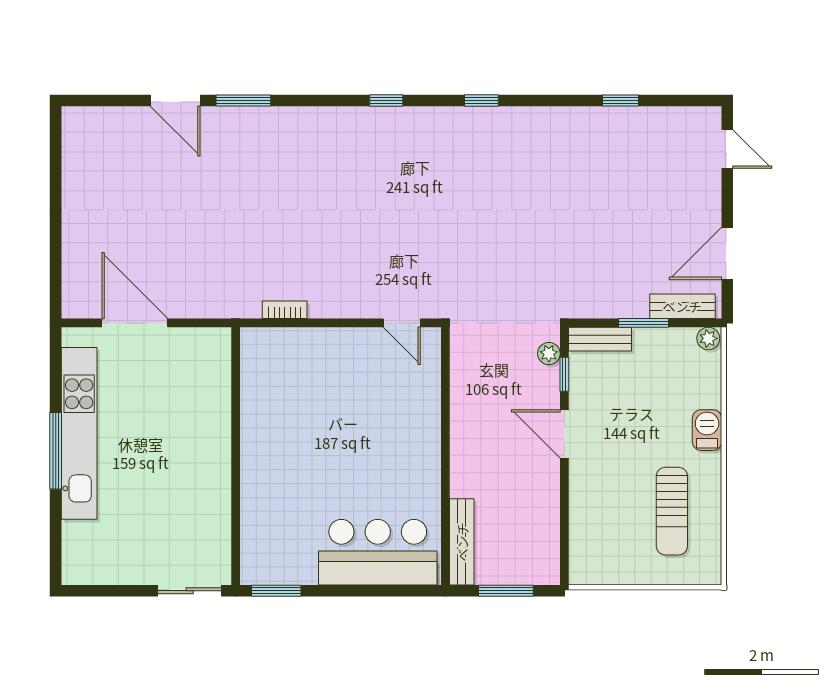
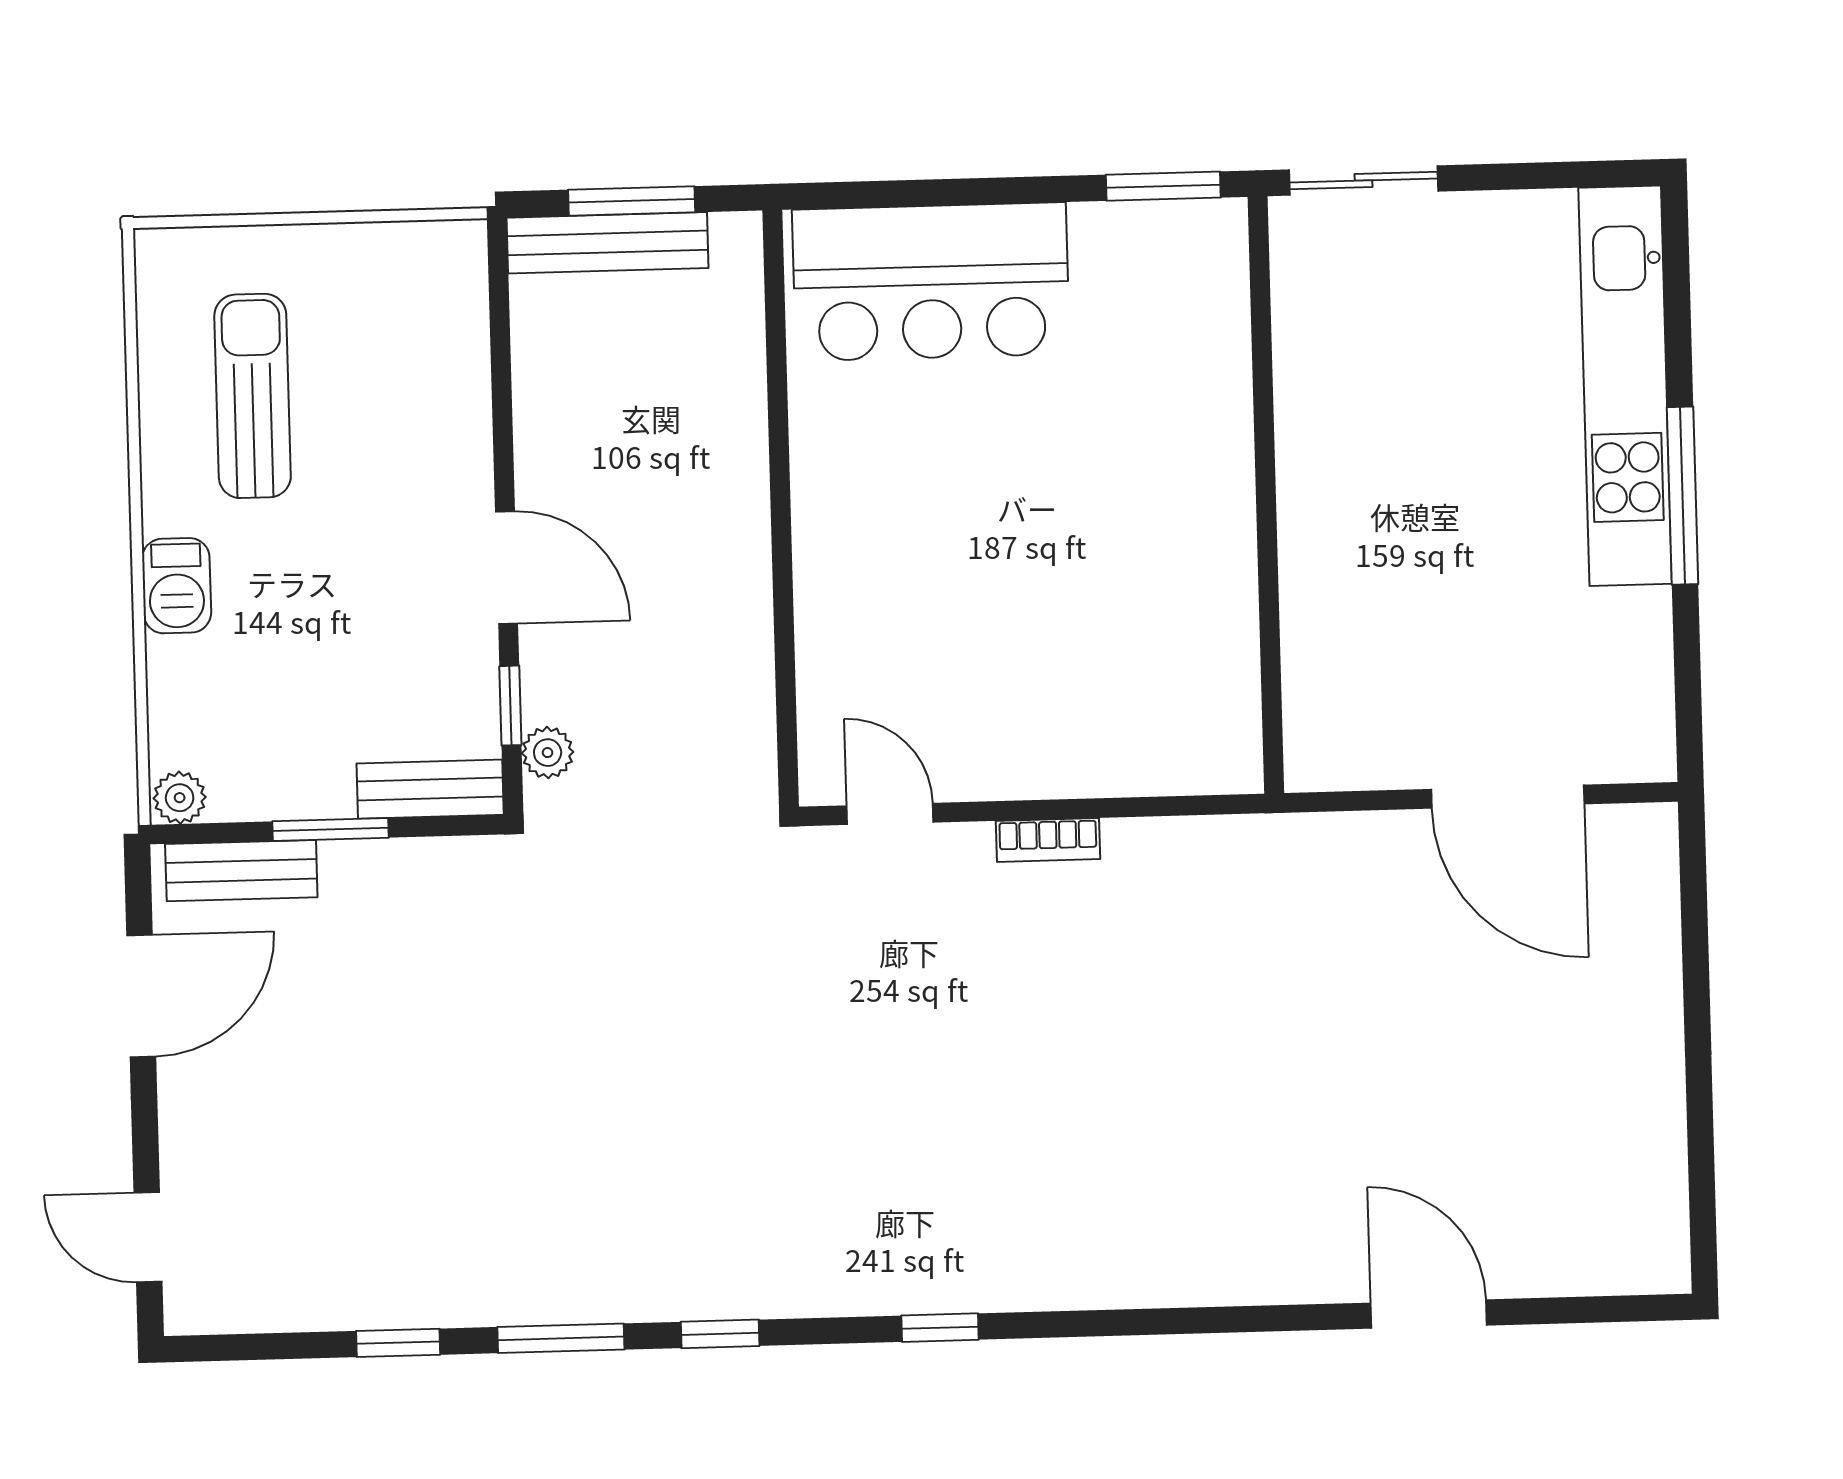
window: (243, 100) -> (561, 1338), moved
bookcase: (285, 310) -> (1048, 840), moved
kitchen unit: (79, 433) -> (1625, 386), moved
bench: (462, 542) -> (608, 243), moved, turned 90

